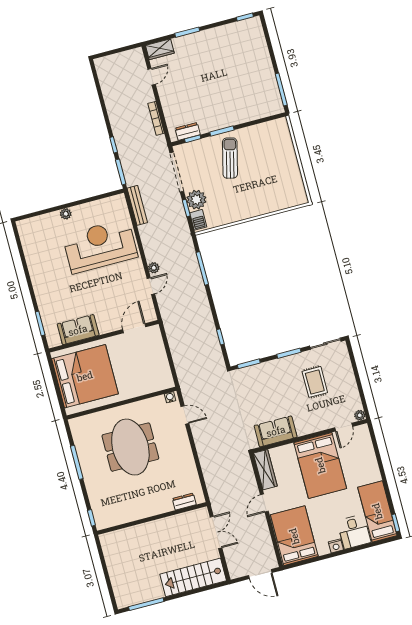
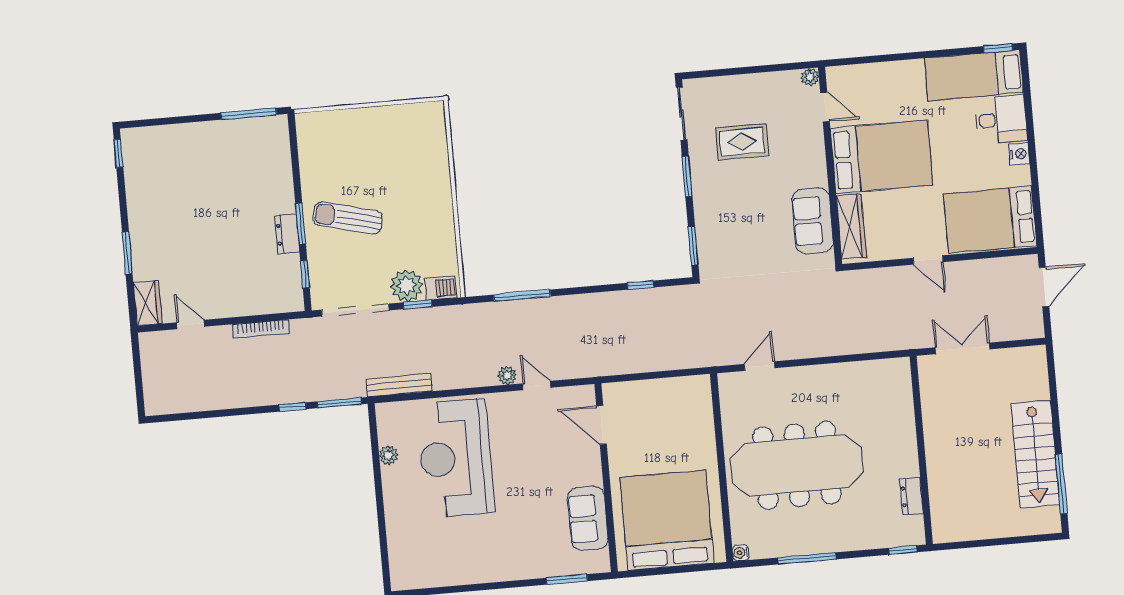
dresser: (188, 131) -> (287, 234), moved
plant: (66, 214) -> (388, 455), moved
water cooler: (170, 397) -> (741, 553), moved
meeting table: (130, 447) -> (797, 465), width x1.36
wardrobe: (265, 470) -> (851, 226), moved, turned 90
dresser: (184, 502) -> (912, 496), moved
stairs: (193, 577) -> (1035, 454), moved

